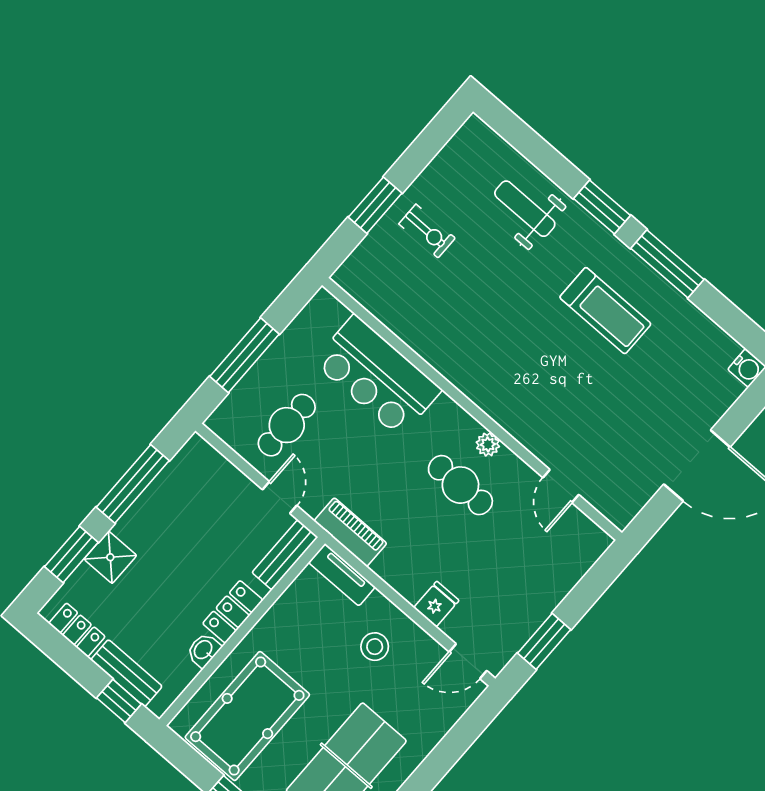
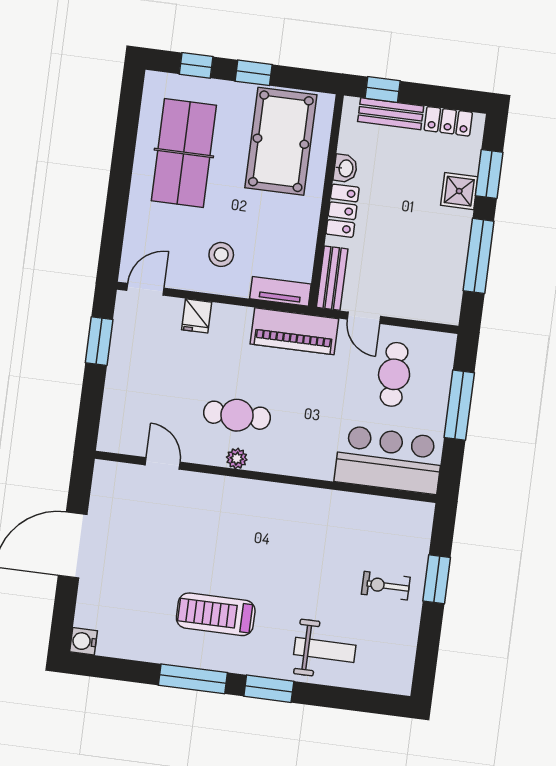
bar counter: (377, 376) -> (389, 460), moved
piano: (350, 532) -> (294, 331), width x1.37, depth x1.33

